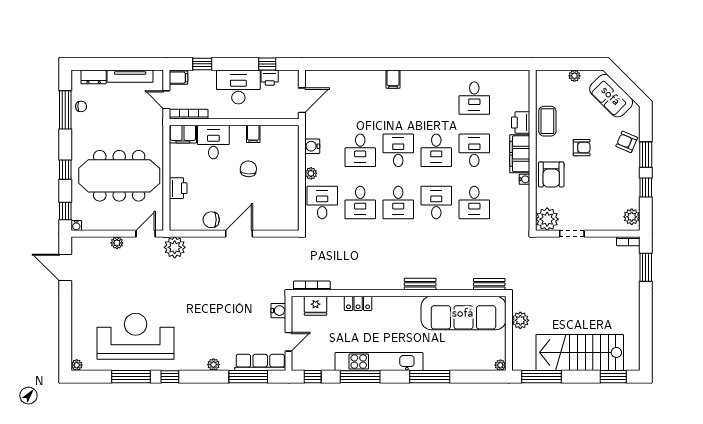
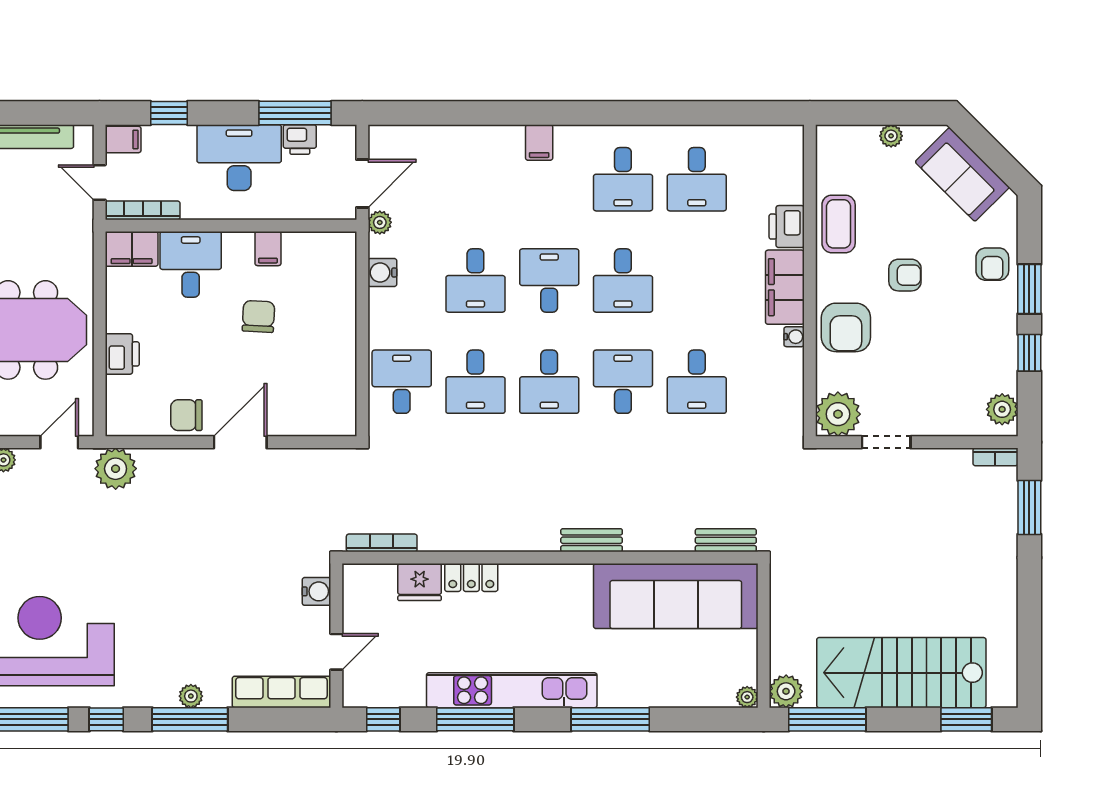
window: (267, 64) -> (295, 113), width x2.17
armchair: (627, 142) -> (992, 264), turned -113
desk: (474, 150) -> (623, 179), moved, turned 180
plant: (311, 173) -> (380, 222), moved
fridge: (316, 306) -> (420, 582), moved
plant: (520, 320) -> (786, 691), moved
window: (248, 377) -> (190, 719), moved

